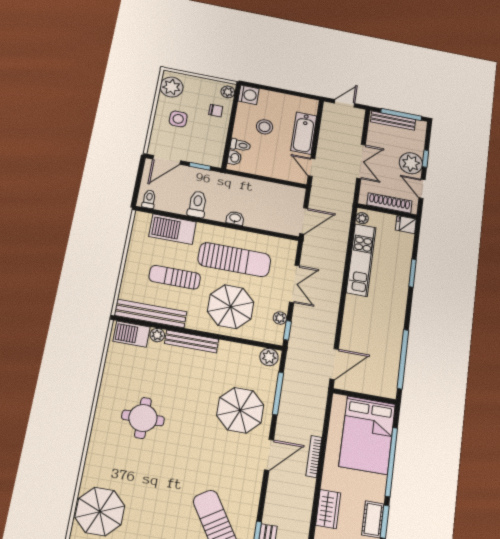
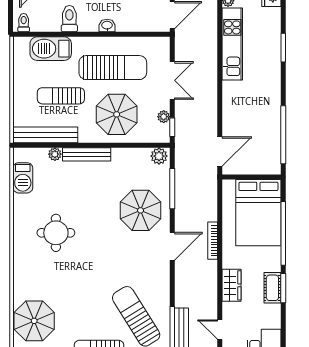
barbecue: (132, 334) -> (23, 178), moved, turned -90

